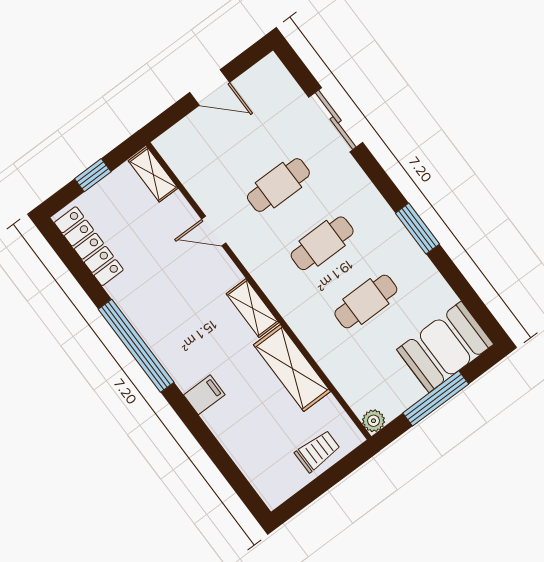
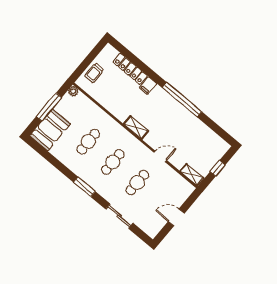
window: (417, 229) -> (84, 187), moved
locker: (89, 246) -> (130, 69), moved
shelving: (292, 368) -> (113, 106), removed

